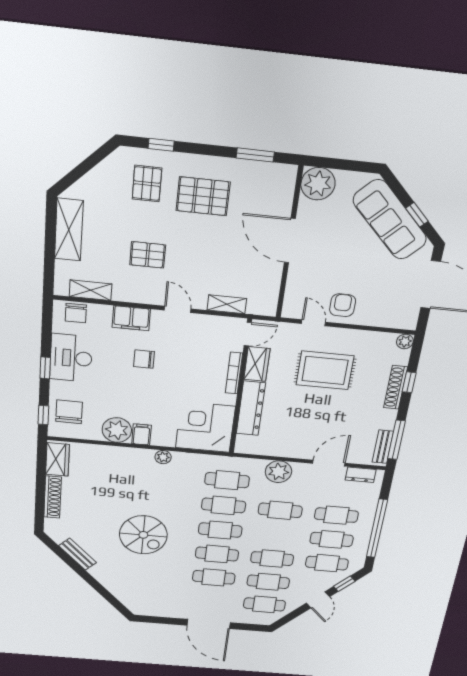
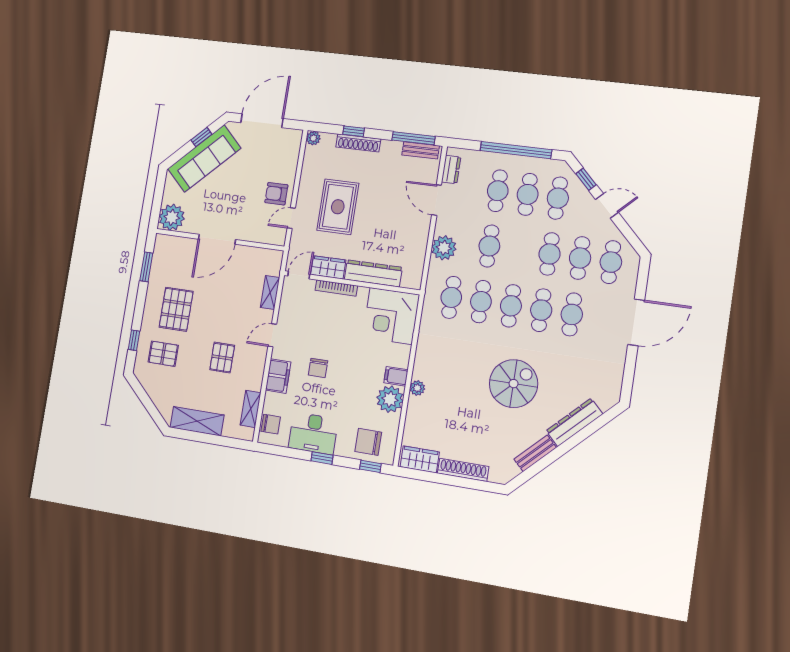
door: (248, 334) -> (299, 275), hinge flipped
plant: (163, 457) -> (417, 388), moved
dresser: (111, 583) -> (574, 422), added

